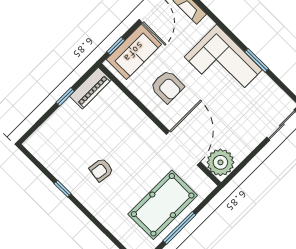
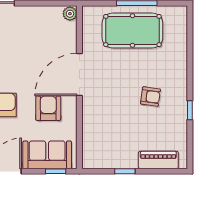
piano: (90, 88) -> (158, 160), moved
door: (183, 148) -> (79, 75), moved
plant: (220, 162) -> (70, 14), width x0.53, depth x0.53

